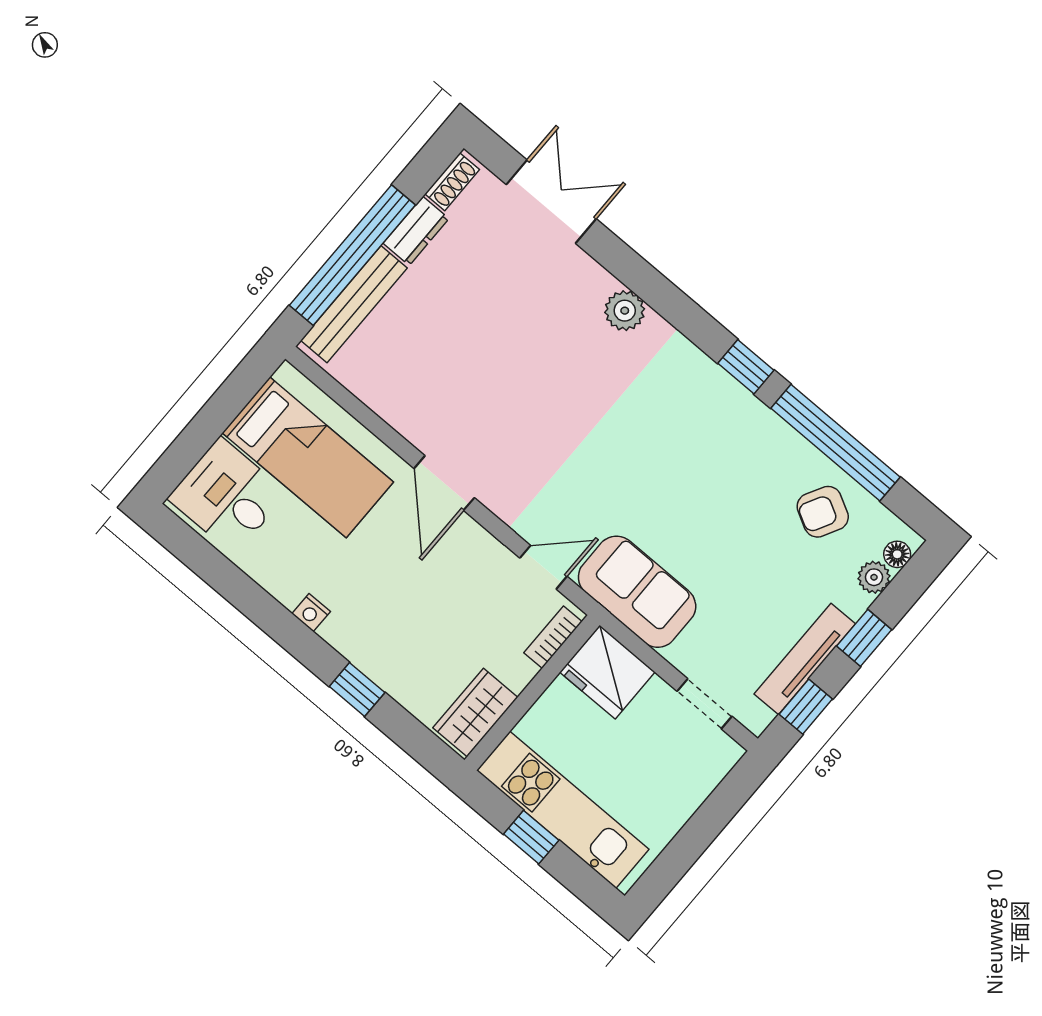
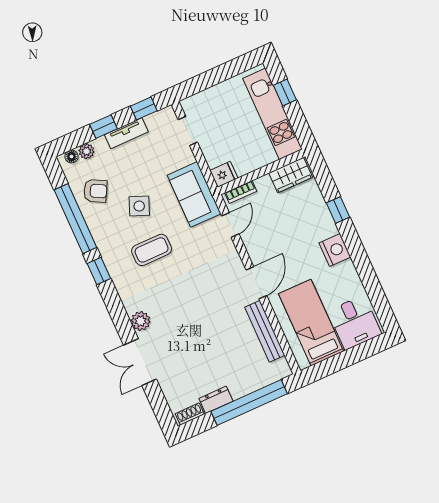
double door: (551, 202) -> (140, 362), moved
bench: (354, 304) -> (265, 331), moved, turned 90
coffee table: (667, 452) -> (152, 250), added
side table: (728, 522) -> (139, 206), added
door: (543, 567) -> (230, 225), swing flipped
nightstand: (311, 613) -> (335, 250), width x1.89, depth x1.79
tv unit: (805, 659) -> (126, 133), width x0.71
fridge: (607, 672) -> (224, 174), width x0.53, depth x0.75
window: (531, 837) -> (285, 92), moved

